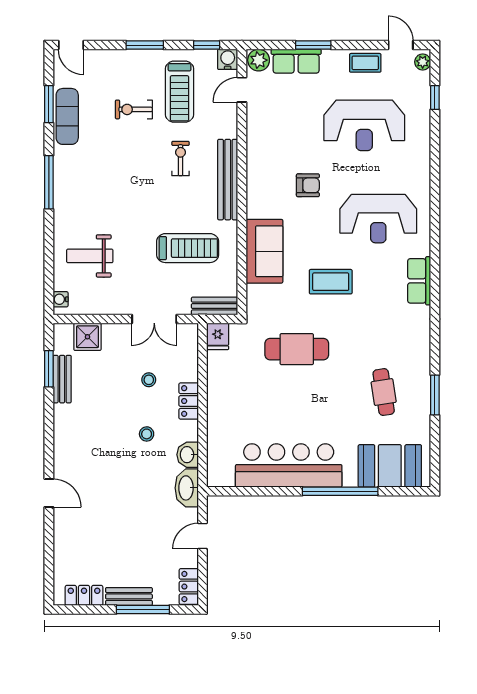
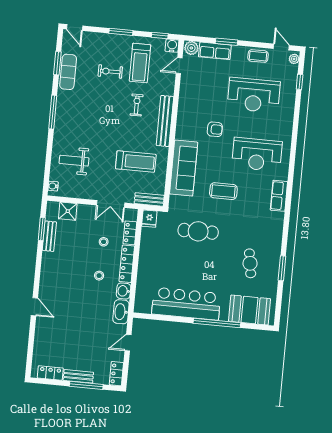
sofa: (264, 251) -> (184, 168), width x1.36
locker: (189, 362) -> (130, 233), added
locker: (189, 401) -> (127, 264), width x1.53

